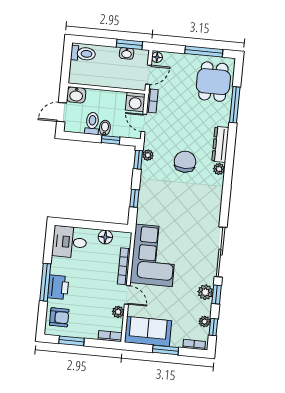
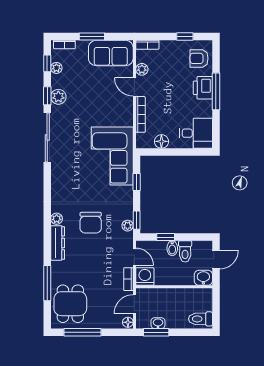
corner sofa: (154, 255) -> (112, 156), moved
window: (72, 341) -> (185, 37), width x0.67

